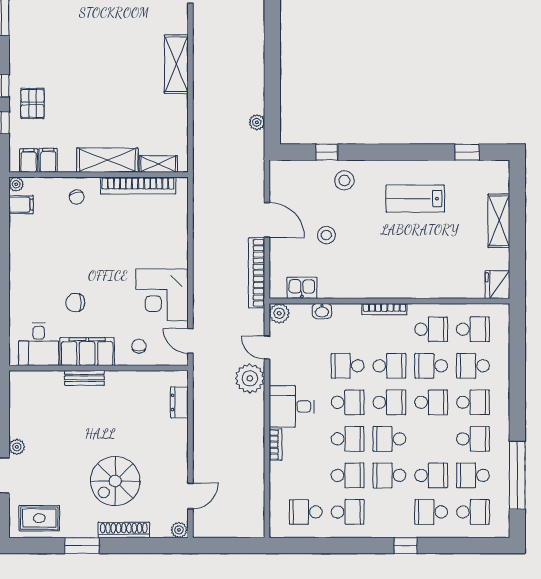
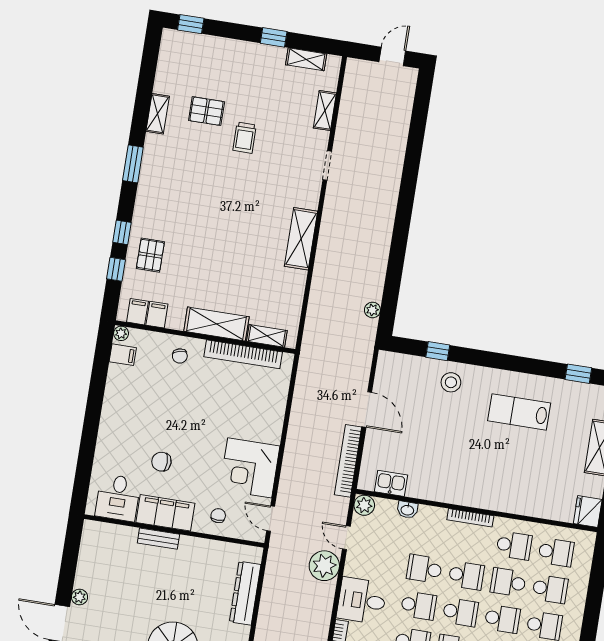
stool: (326, 235) -> (424, 434), removed
school desk: (473, 366) -> (550, 589), turned 180
dresser: (179, 402) -> (245, 593), width x1.96, depth x1.24

